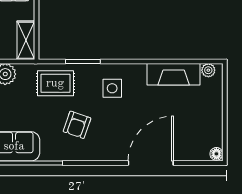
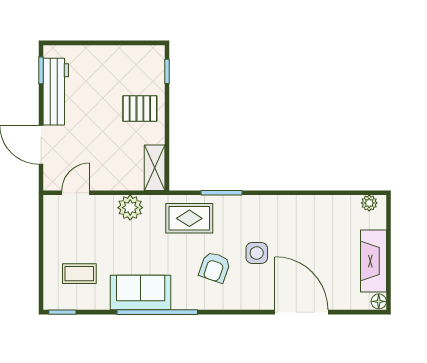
fireplace: (174, 74) -> (374, 261), moved, turned 90
side table: (112, 88) -> (257, 253), moved
door: (151, 163) -> (301, 312), hinge flipped

